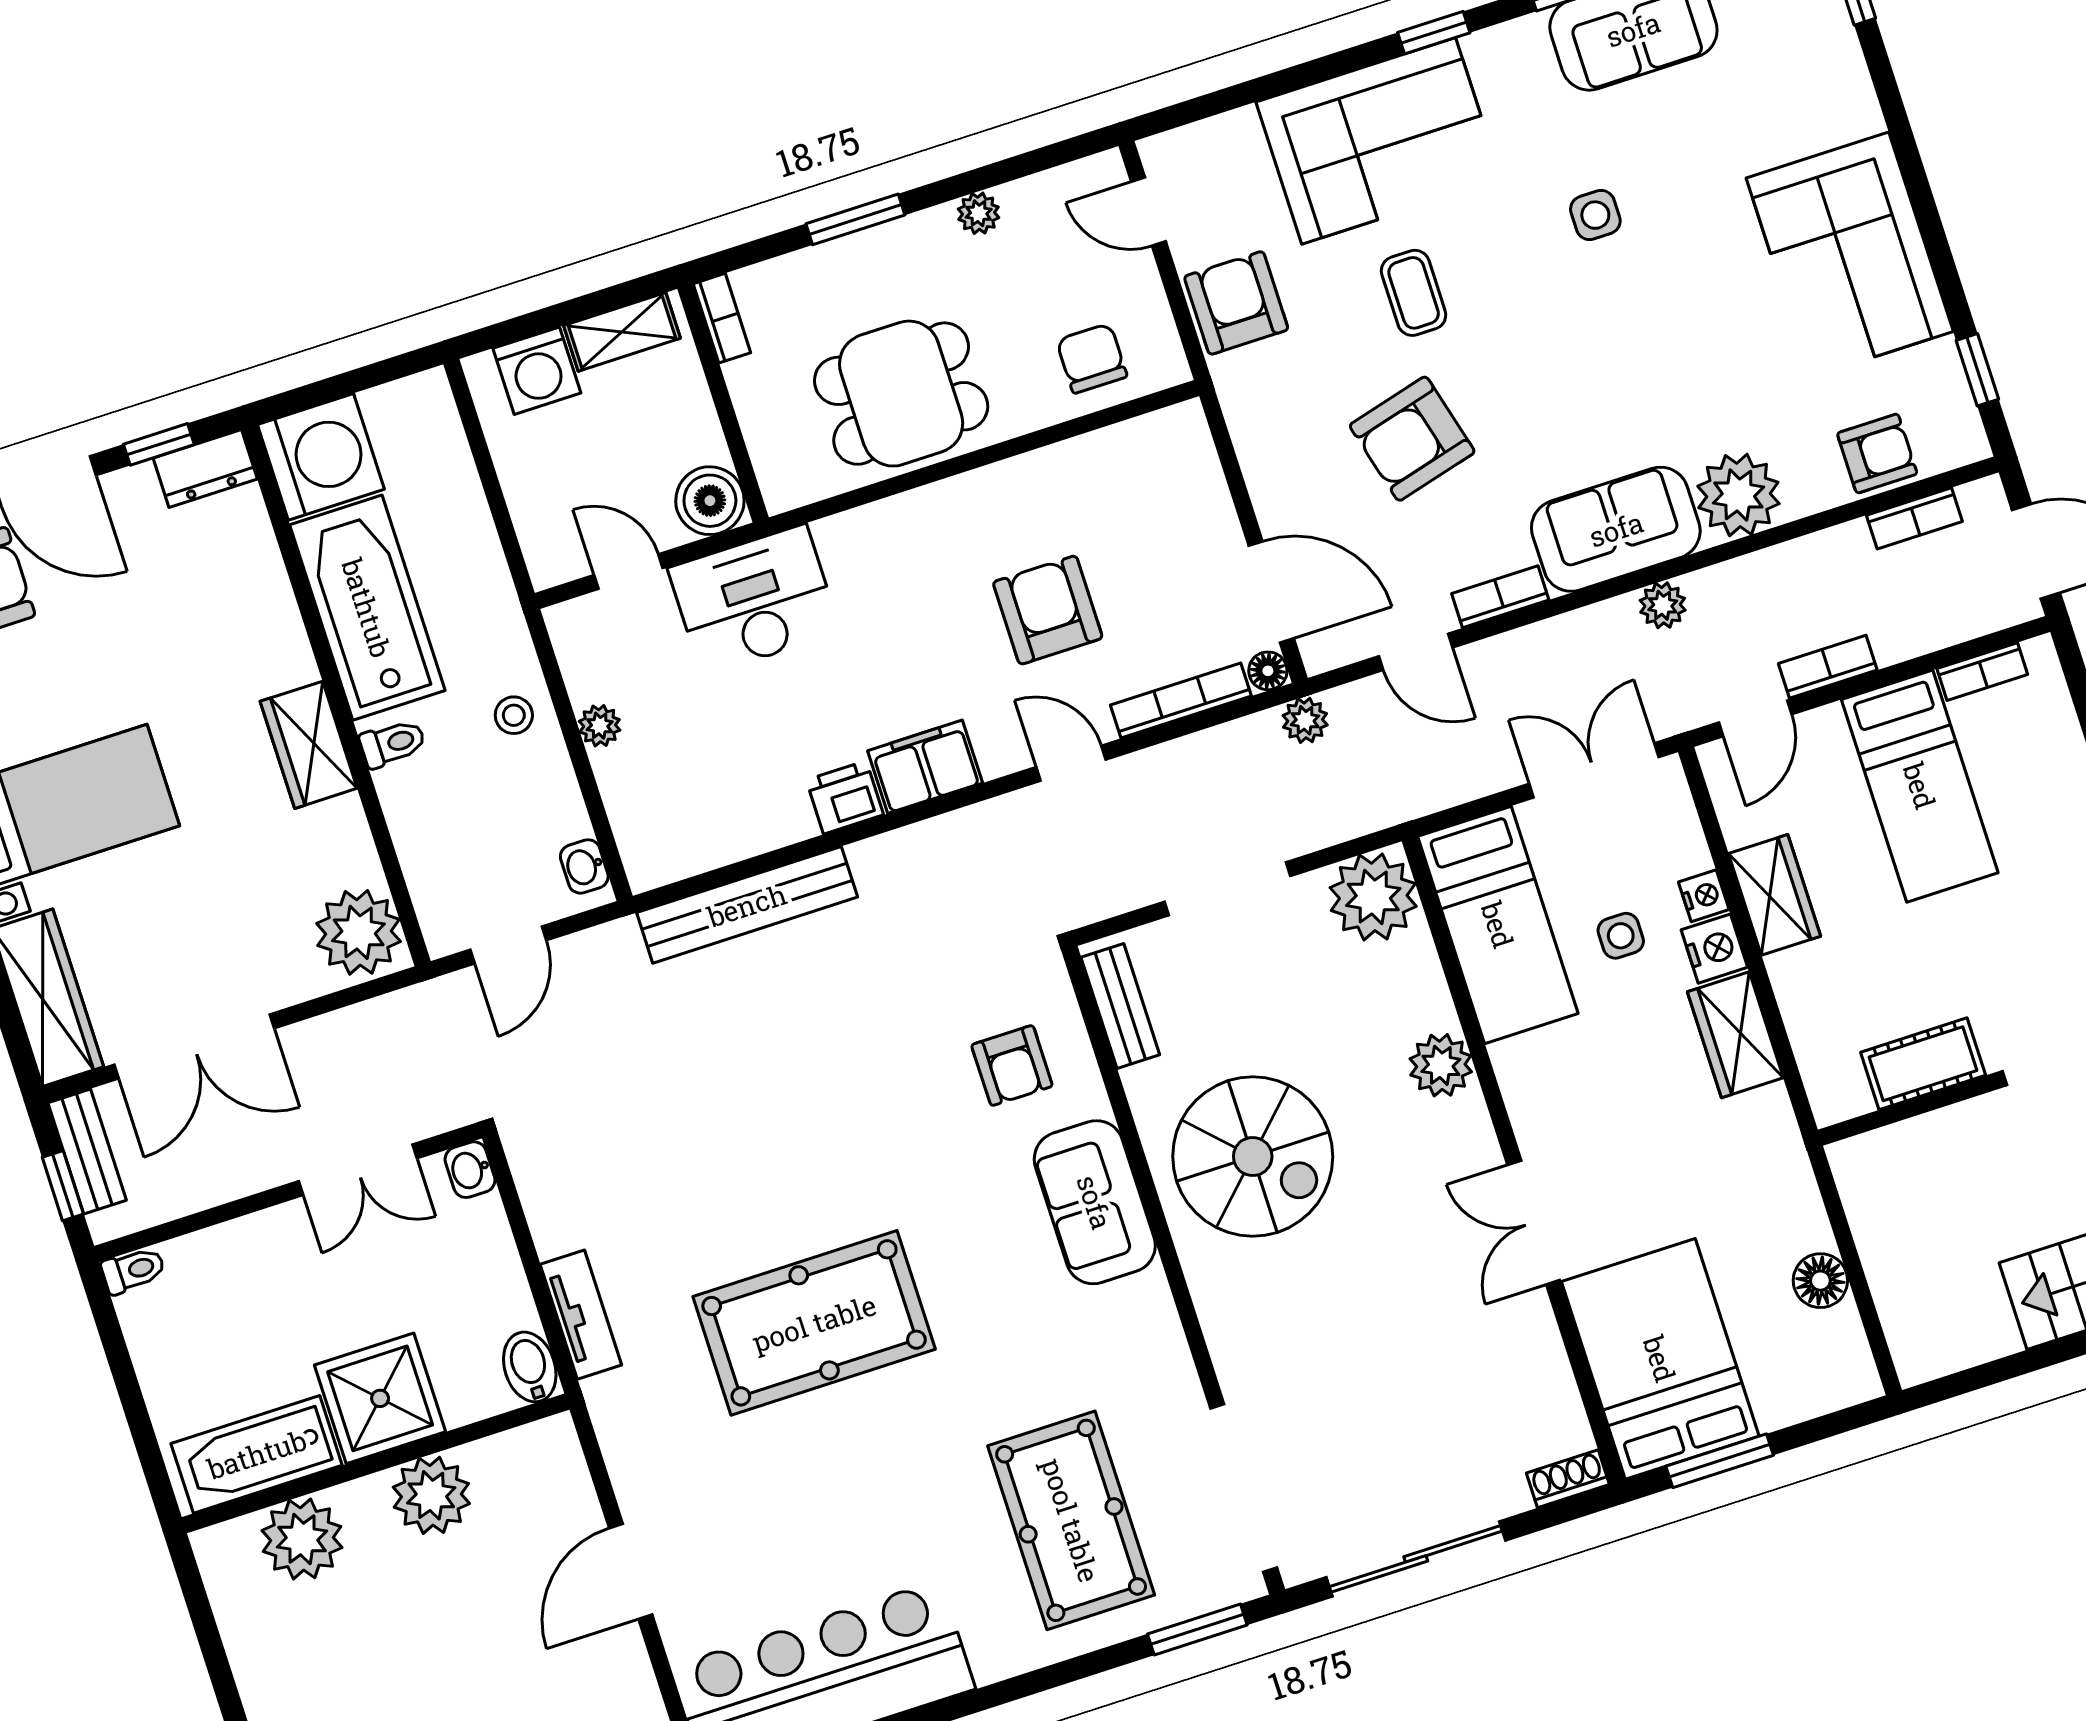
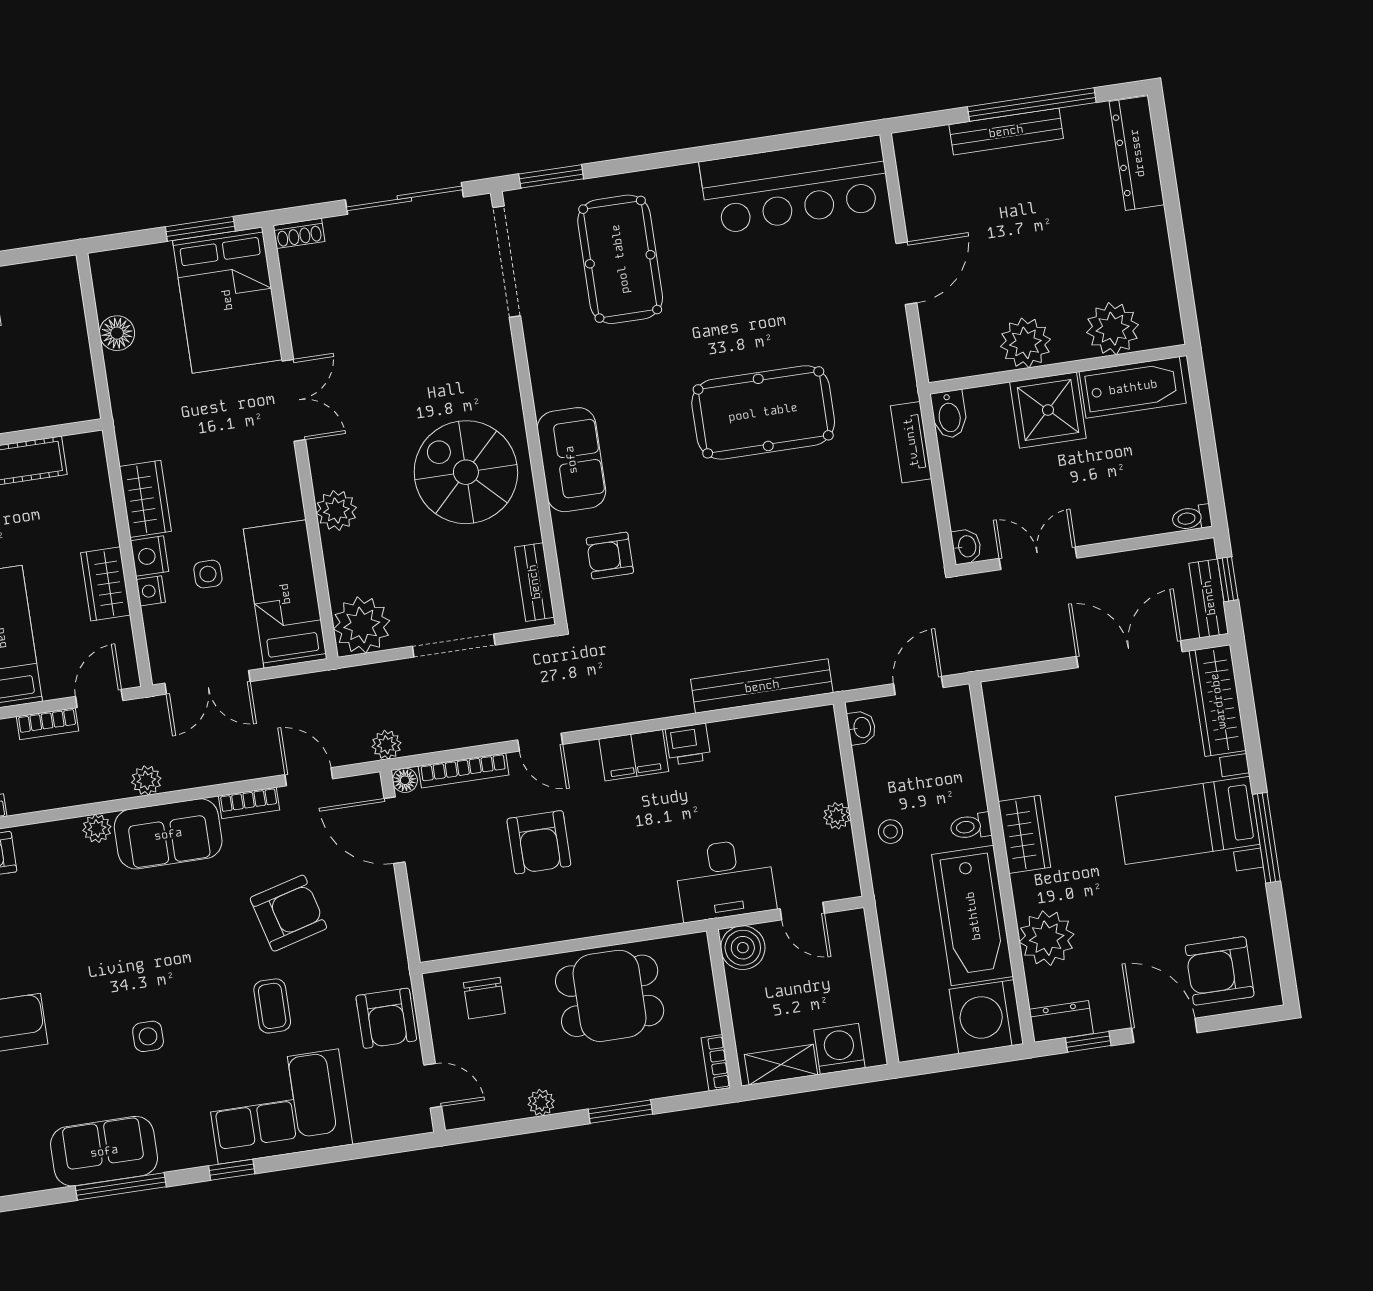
plant: (1738, 495) -> (97, 828), width x0.53, depth x0.53
plant: (359, 932) -> (1047, 938), moved
armchair: (1012, 1066) -> (610, 556), turned -90

